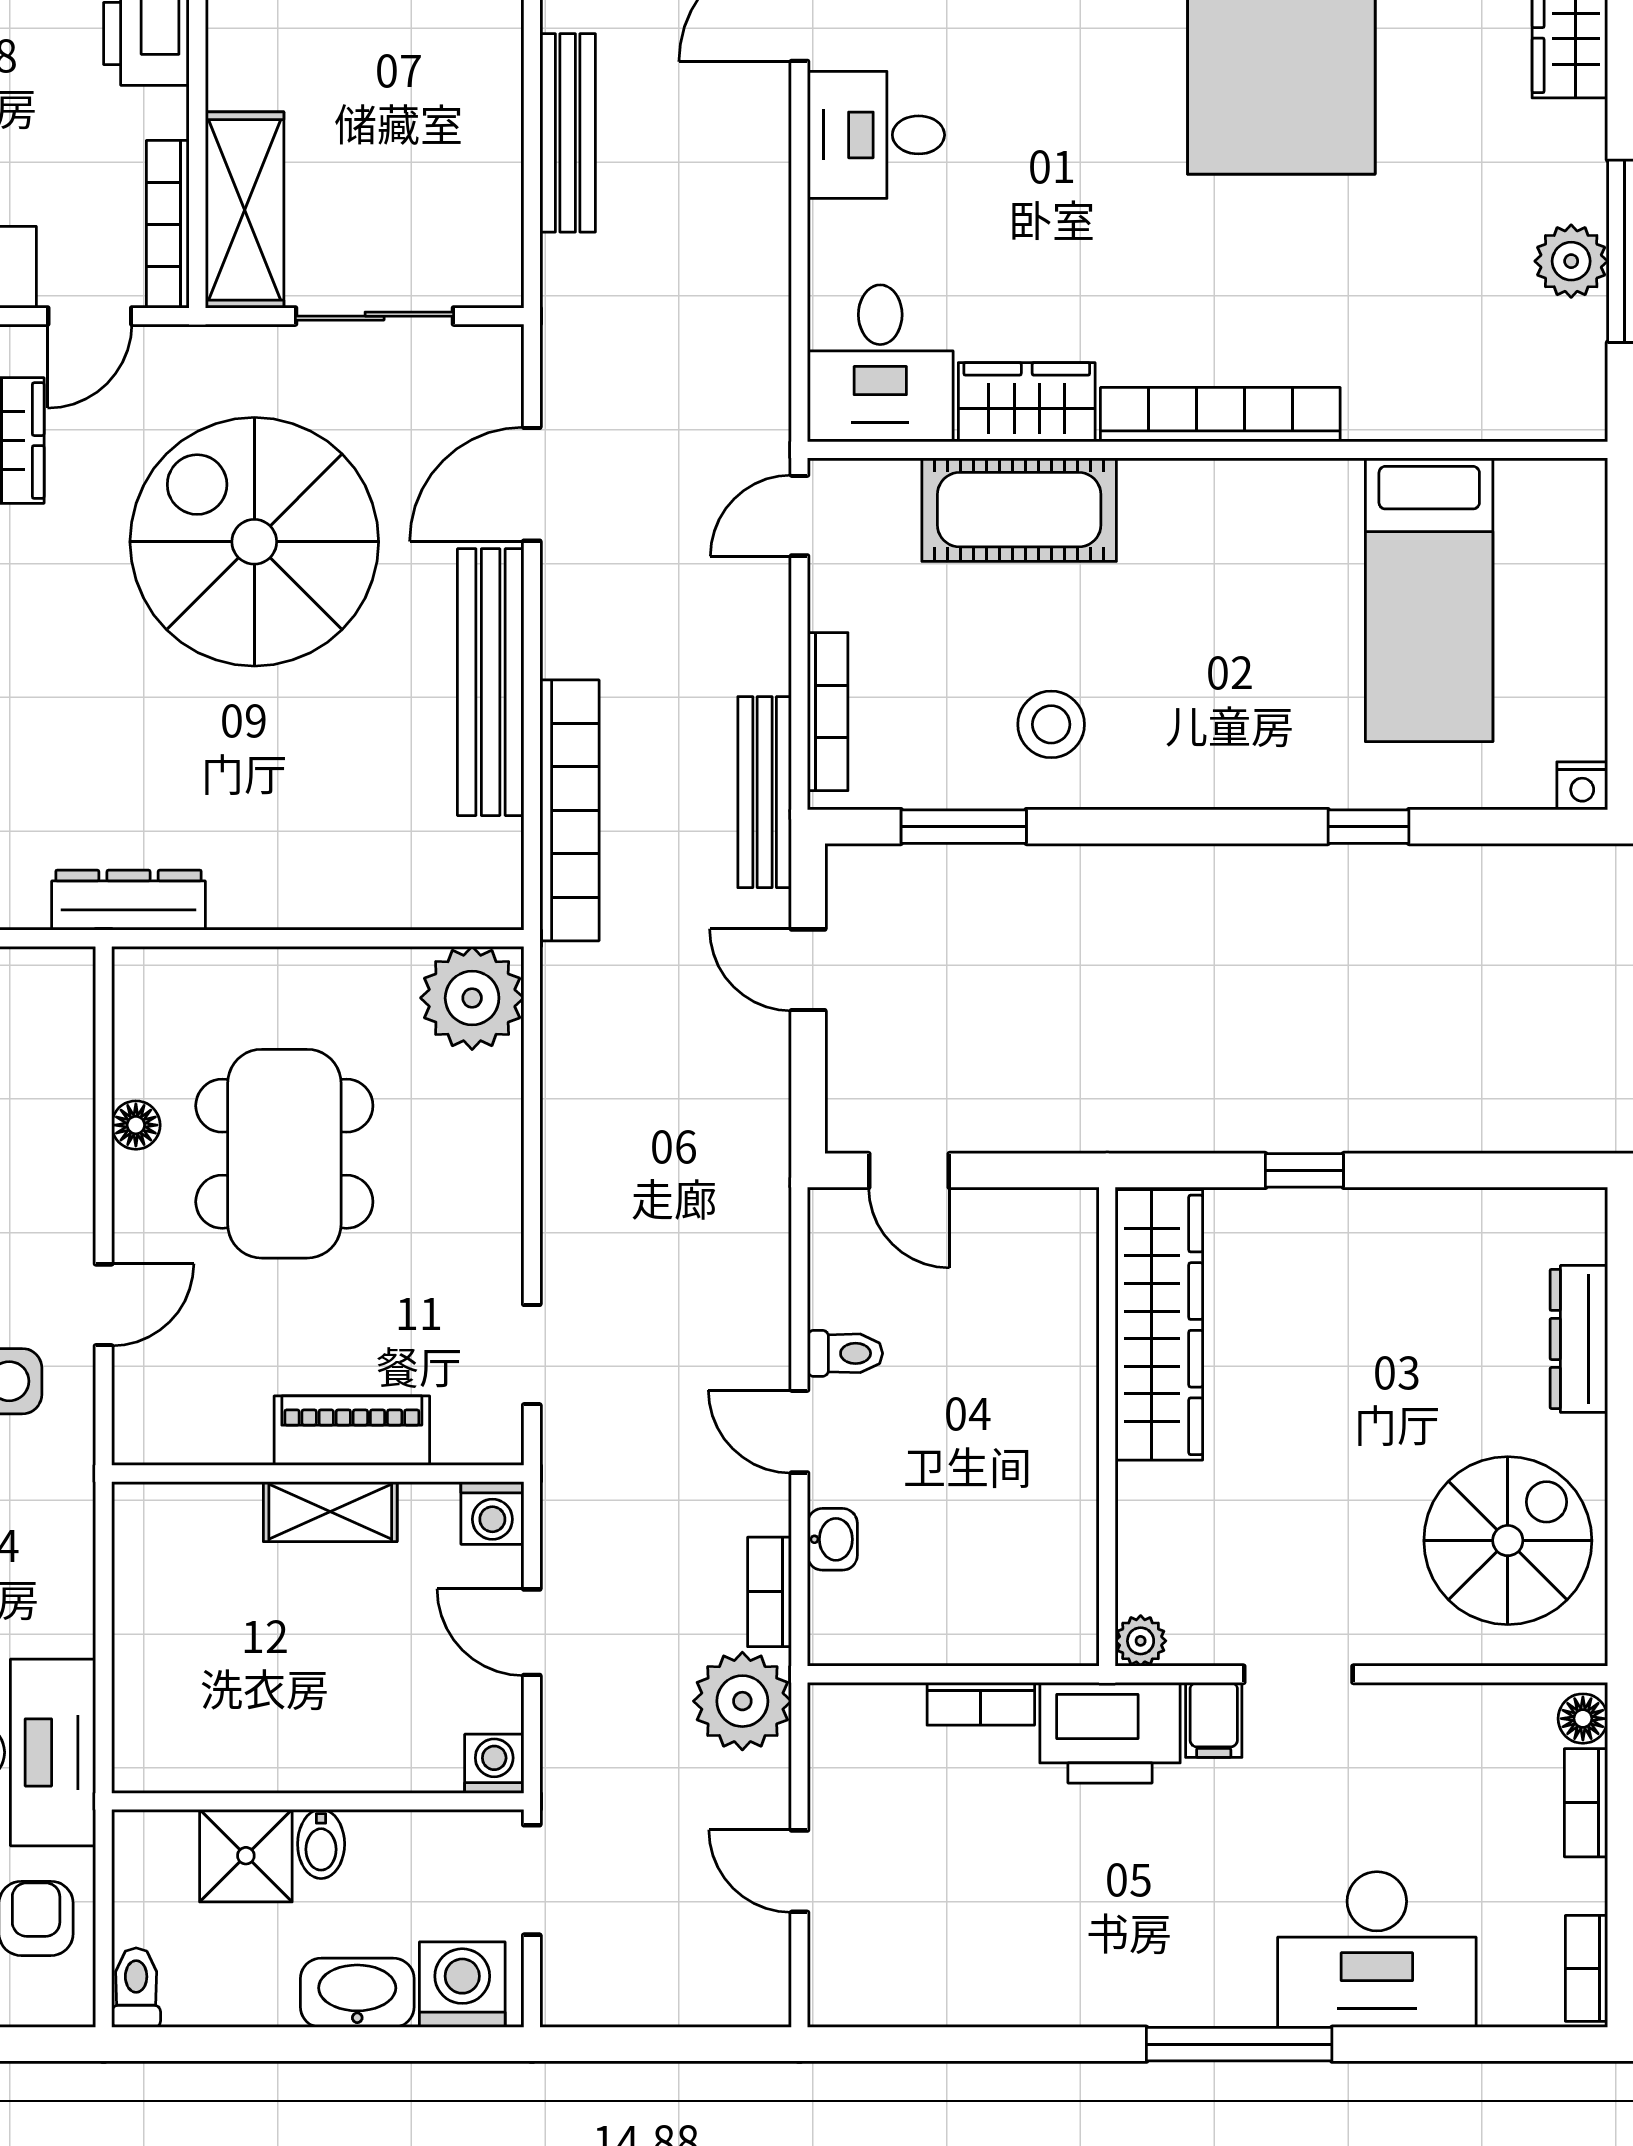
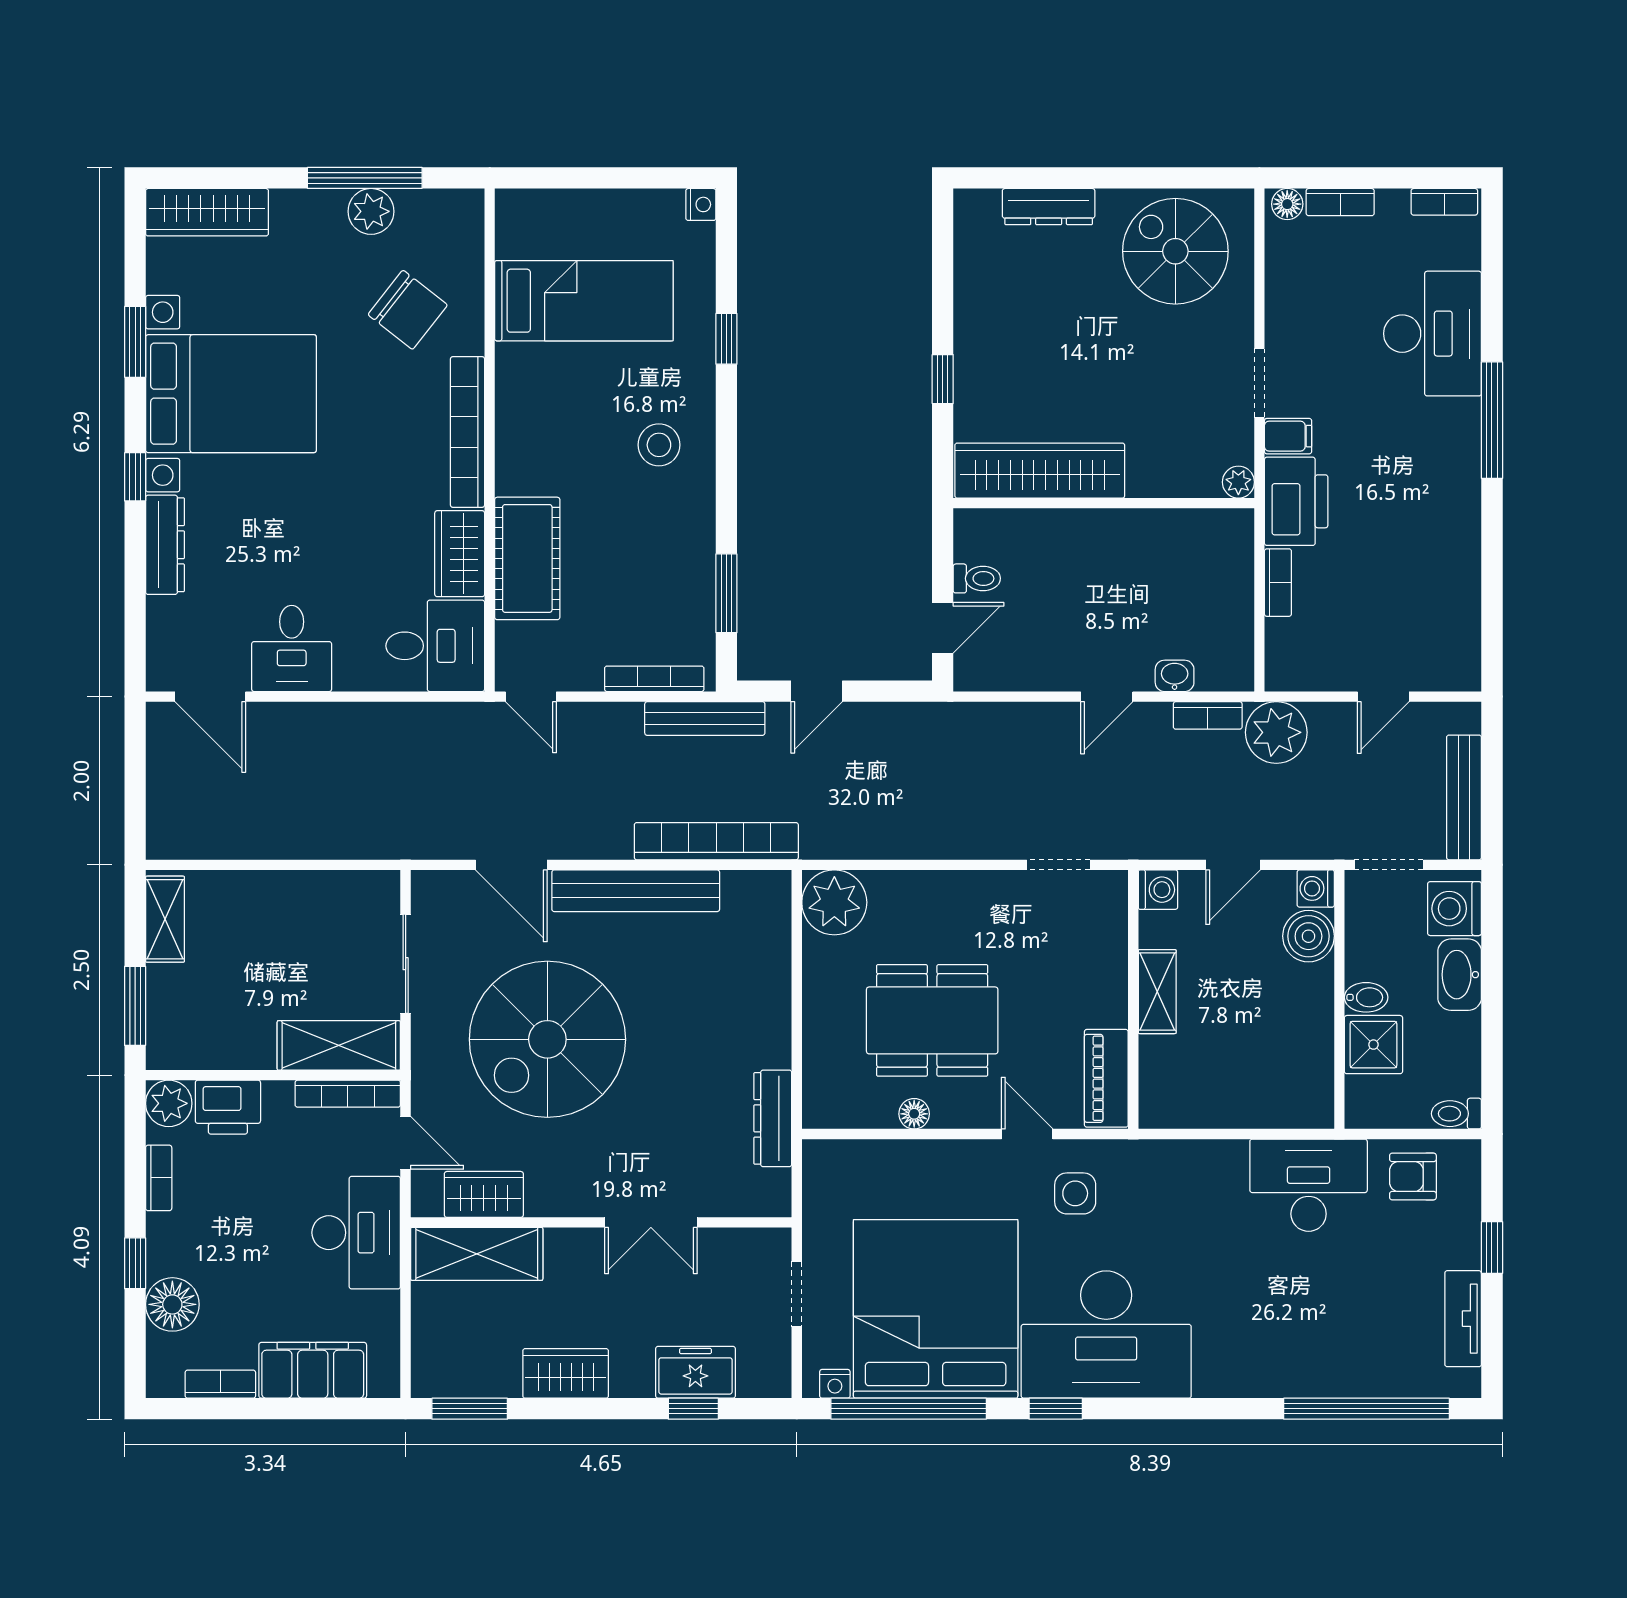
bench: (568, 133) -> (1464, 797), moved, turned 90
chair: (1415, 320) -> (408, 310), added
stool: (1051, 724) -> (659, 445), moved
toilet: (845, 1353) -> (977, 578), moved, turned 90
piano: (352, 1431) -> (1106, 1078), moved
boiler: (418, 1752) -> (1308, 936), added

